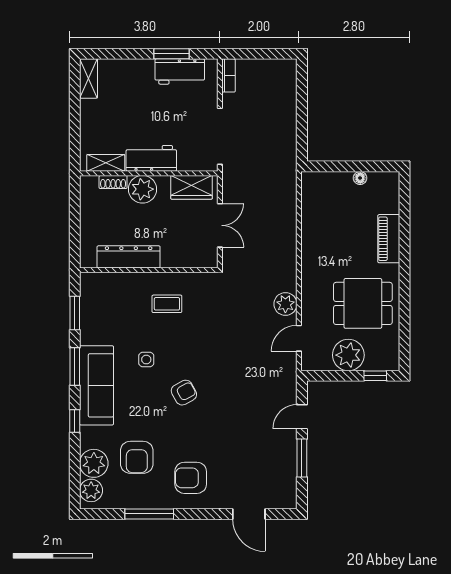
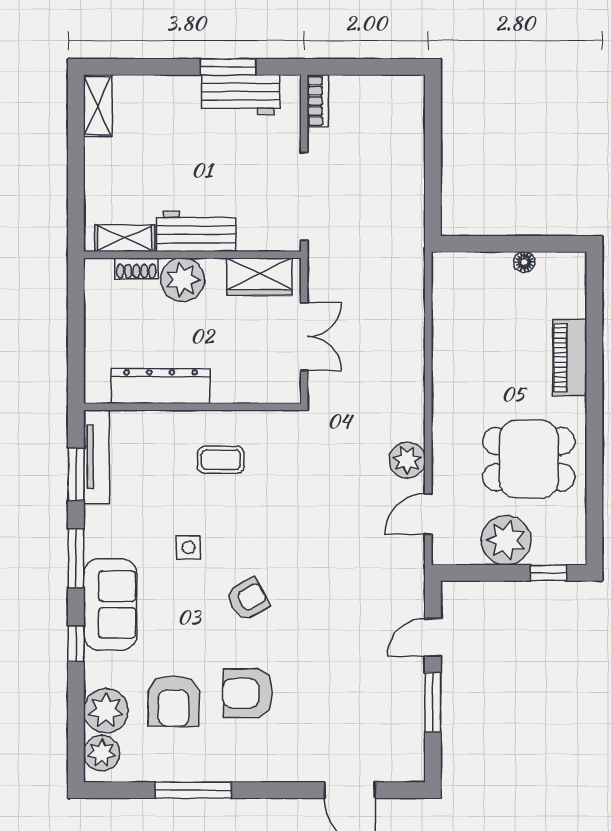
tv unit: (88, 302) -> (96, 457), added
sofa: (97, 385) -> (110, 605), width x0.73
armchair: (191, 478) -> (248, 693), moved

